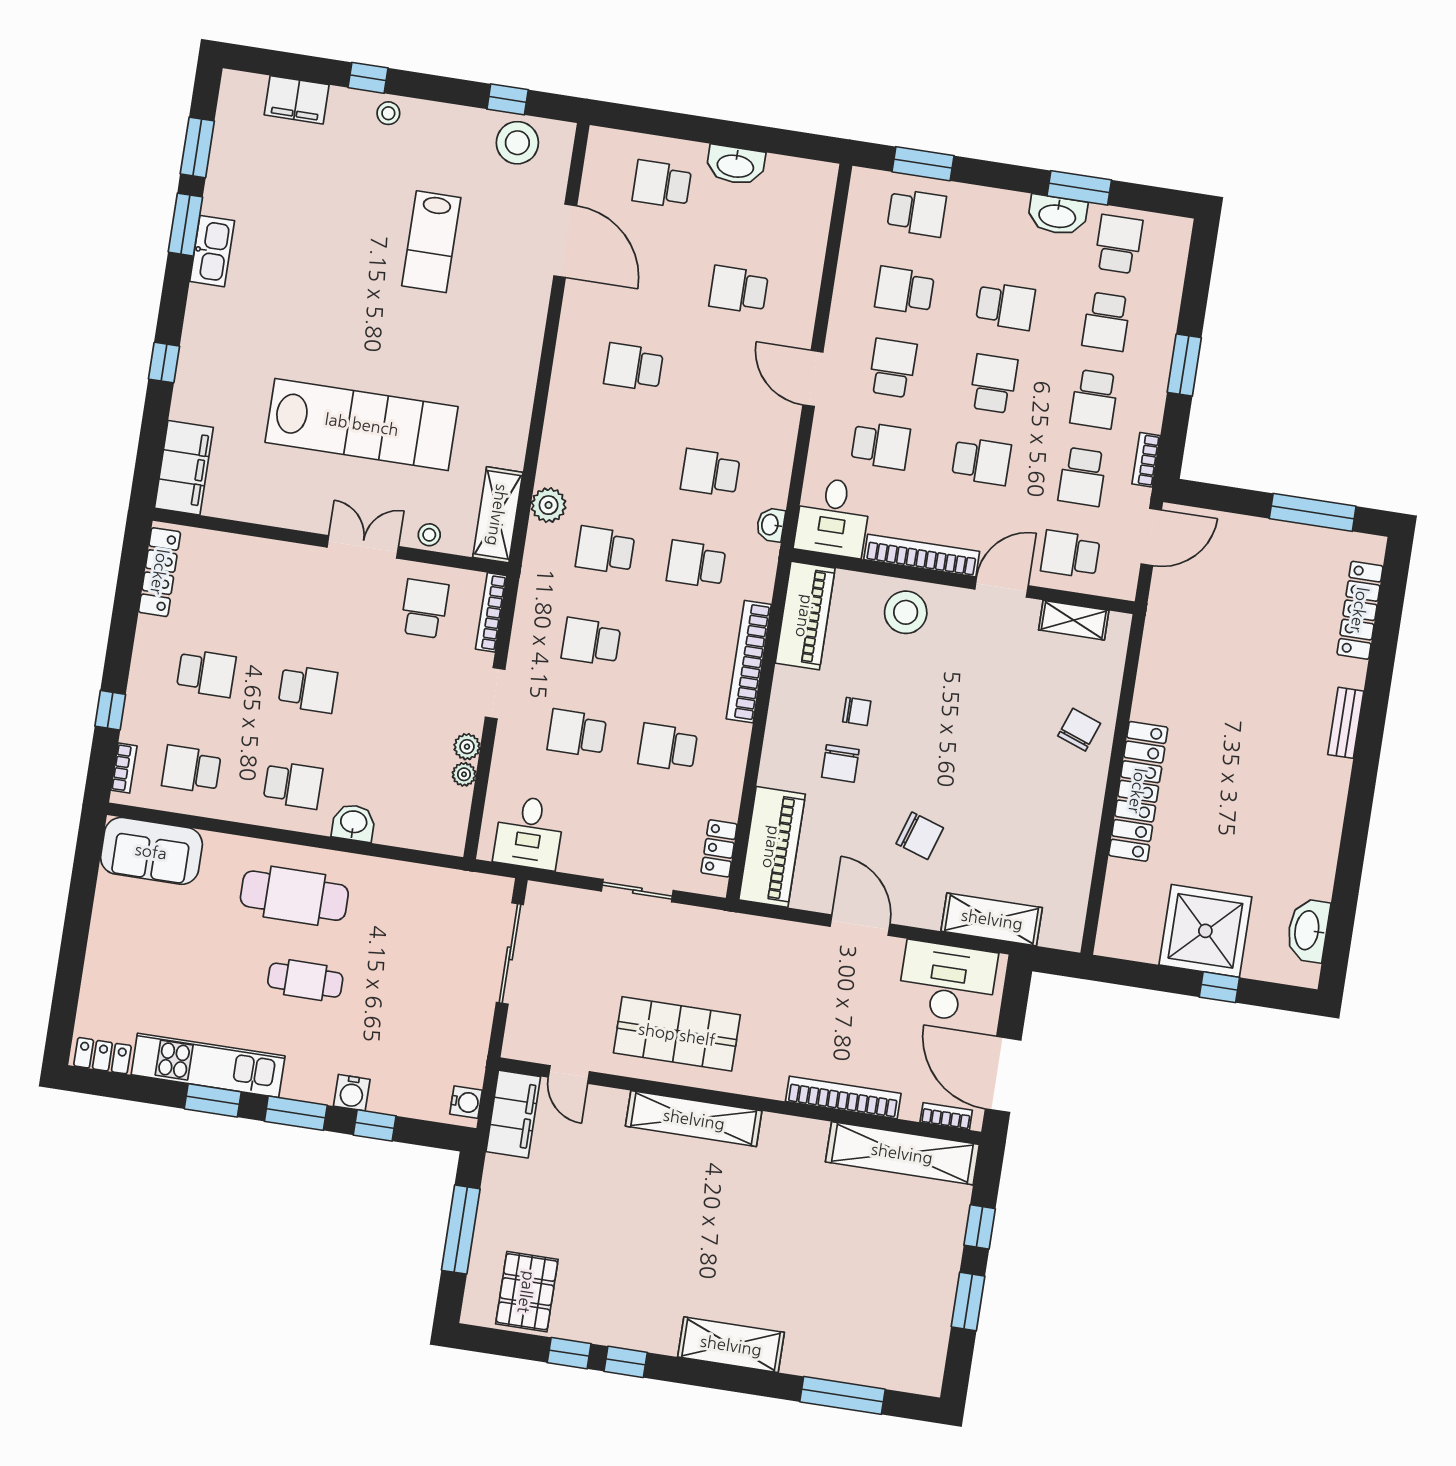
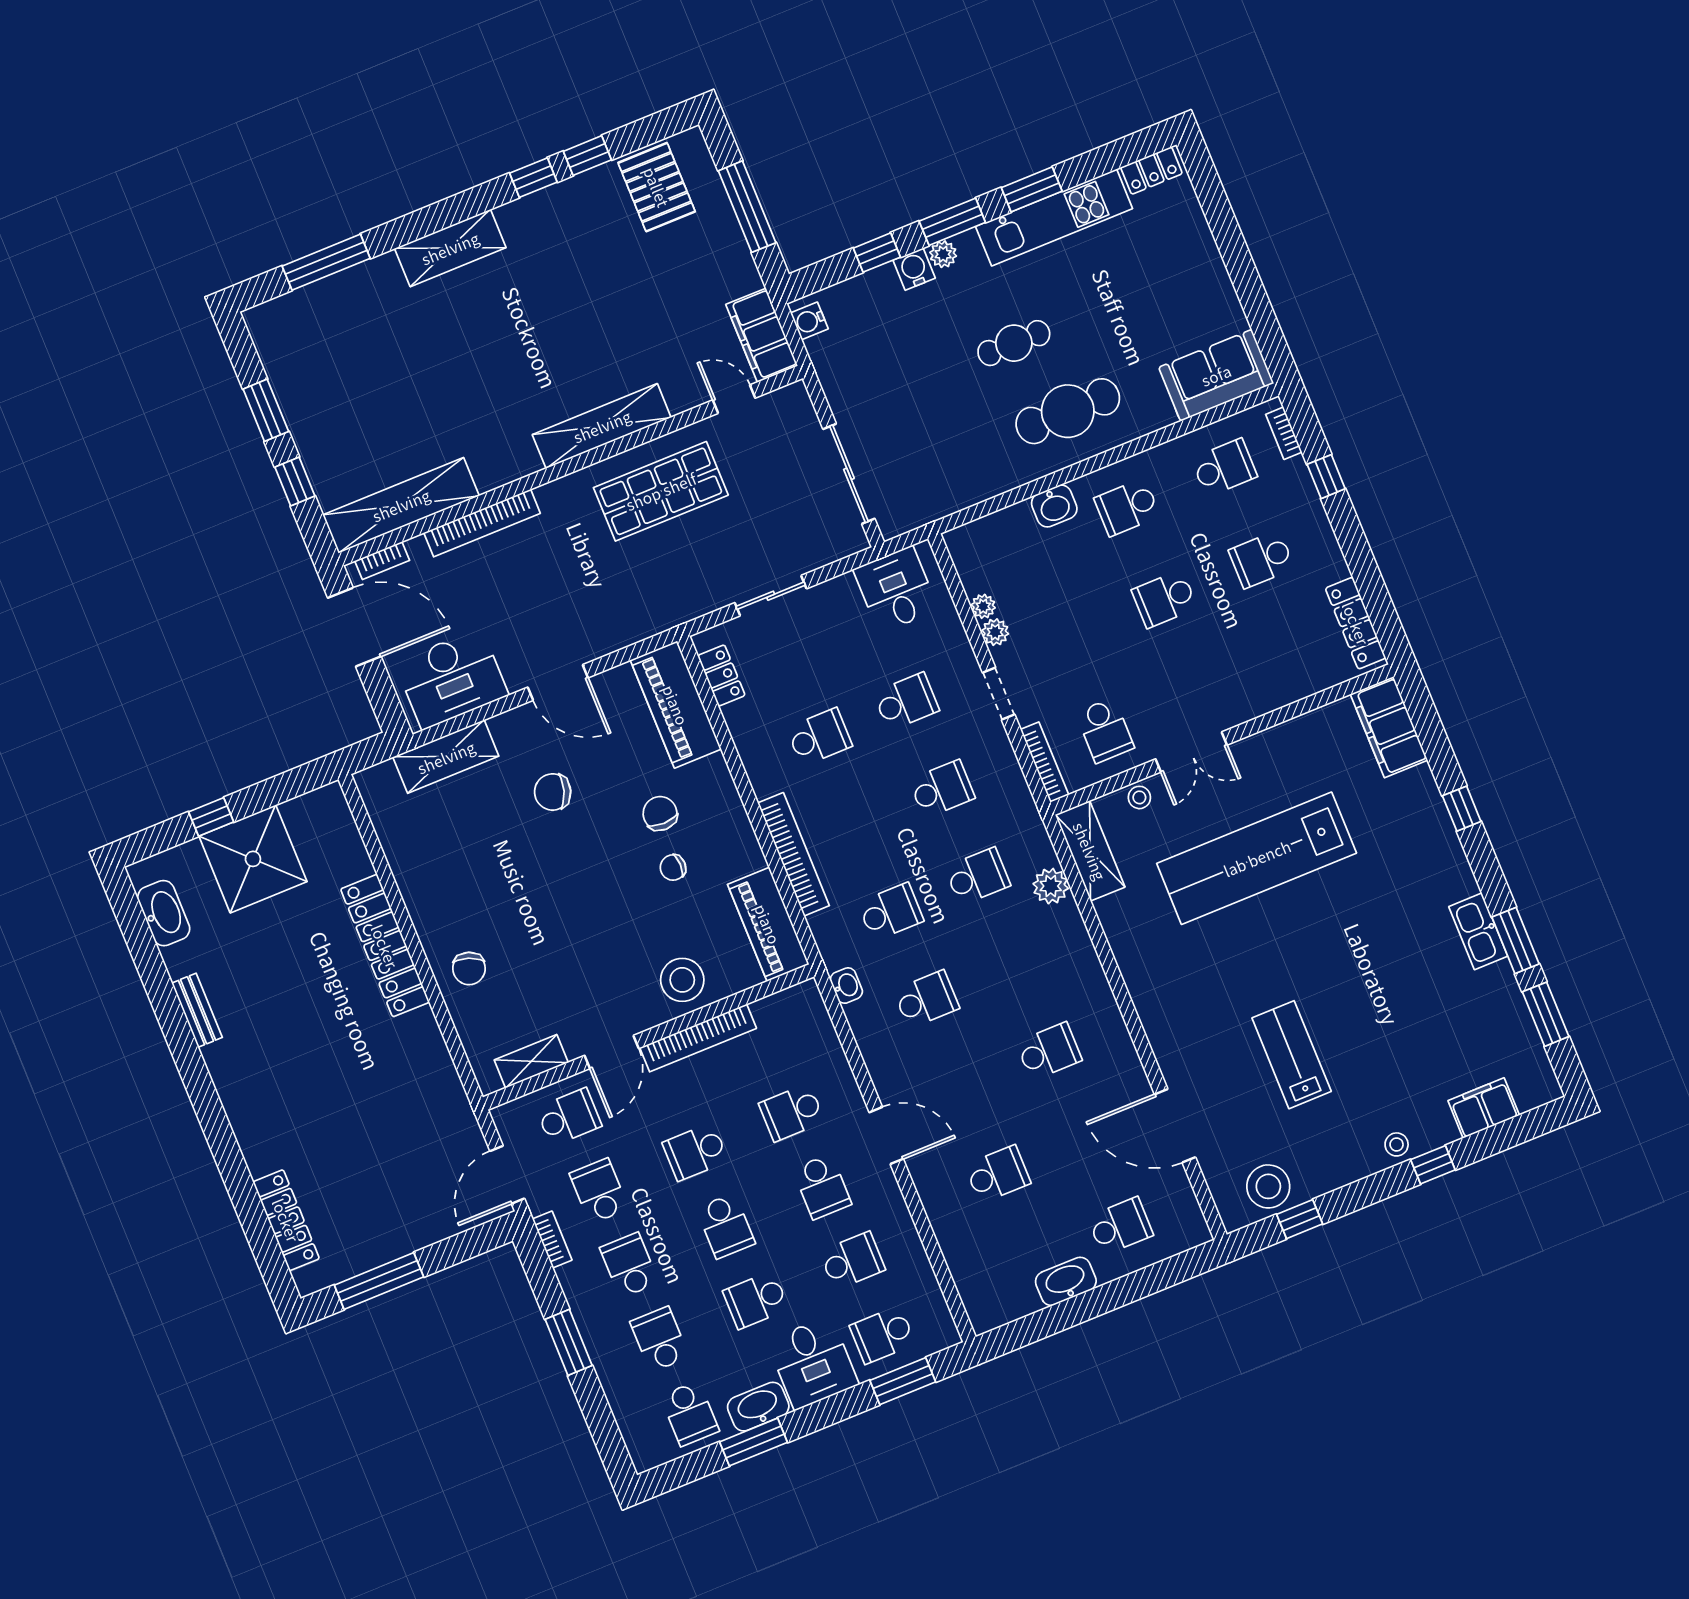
desk: (833, 517) -> (813, 1363), moved, turned 180
bench: (1346, 723) -> (197, 1010), moved
plant: (320, 1091) -> (943, 254), added

